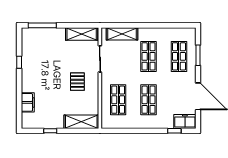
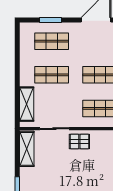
pallet: (77, 82) -> (79, 141), moved

